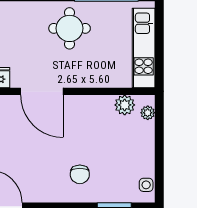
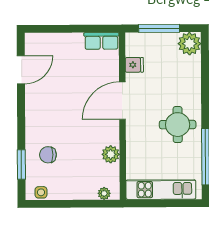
plant: (125, 105) -> (111, 154), moved
chair: (80, 174) -> (48, 155), moved

